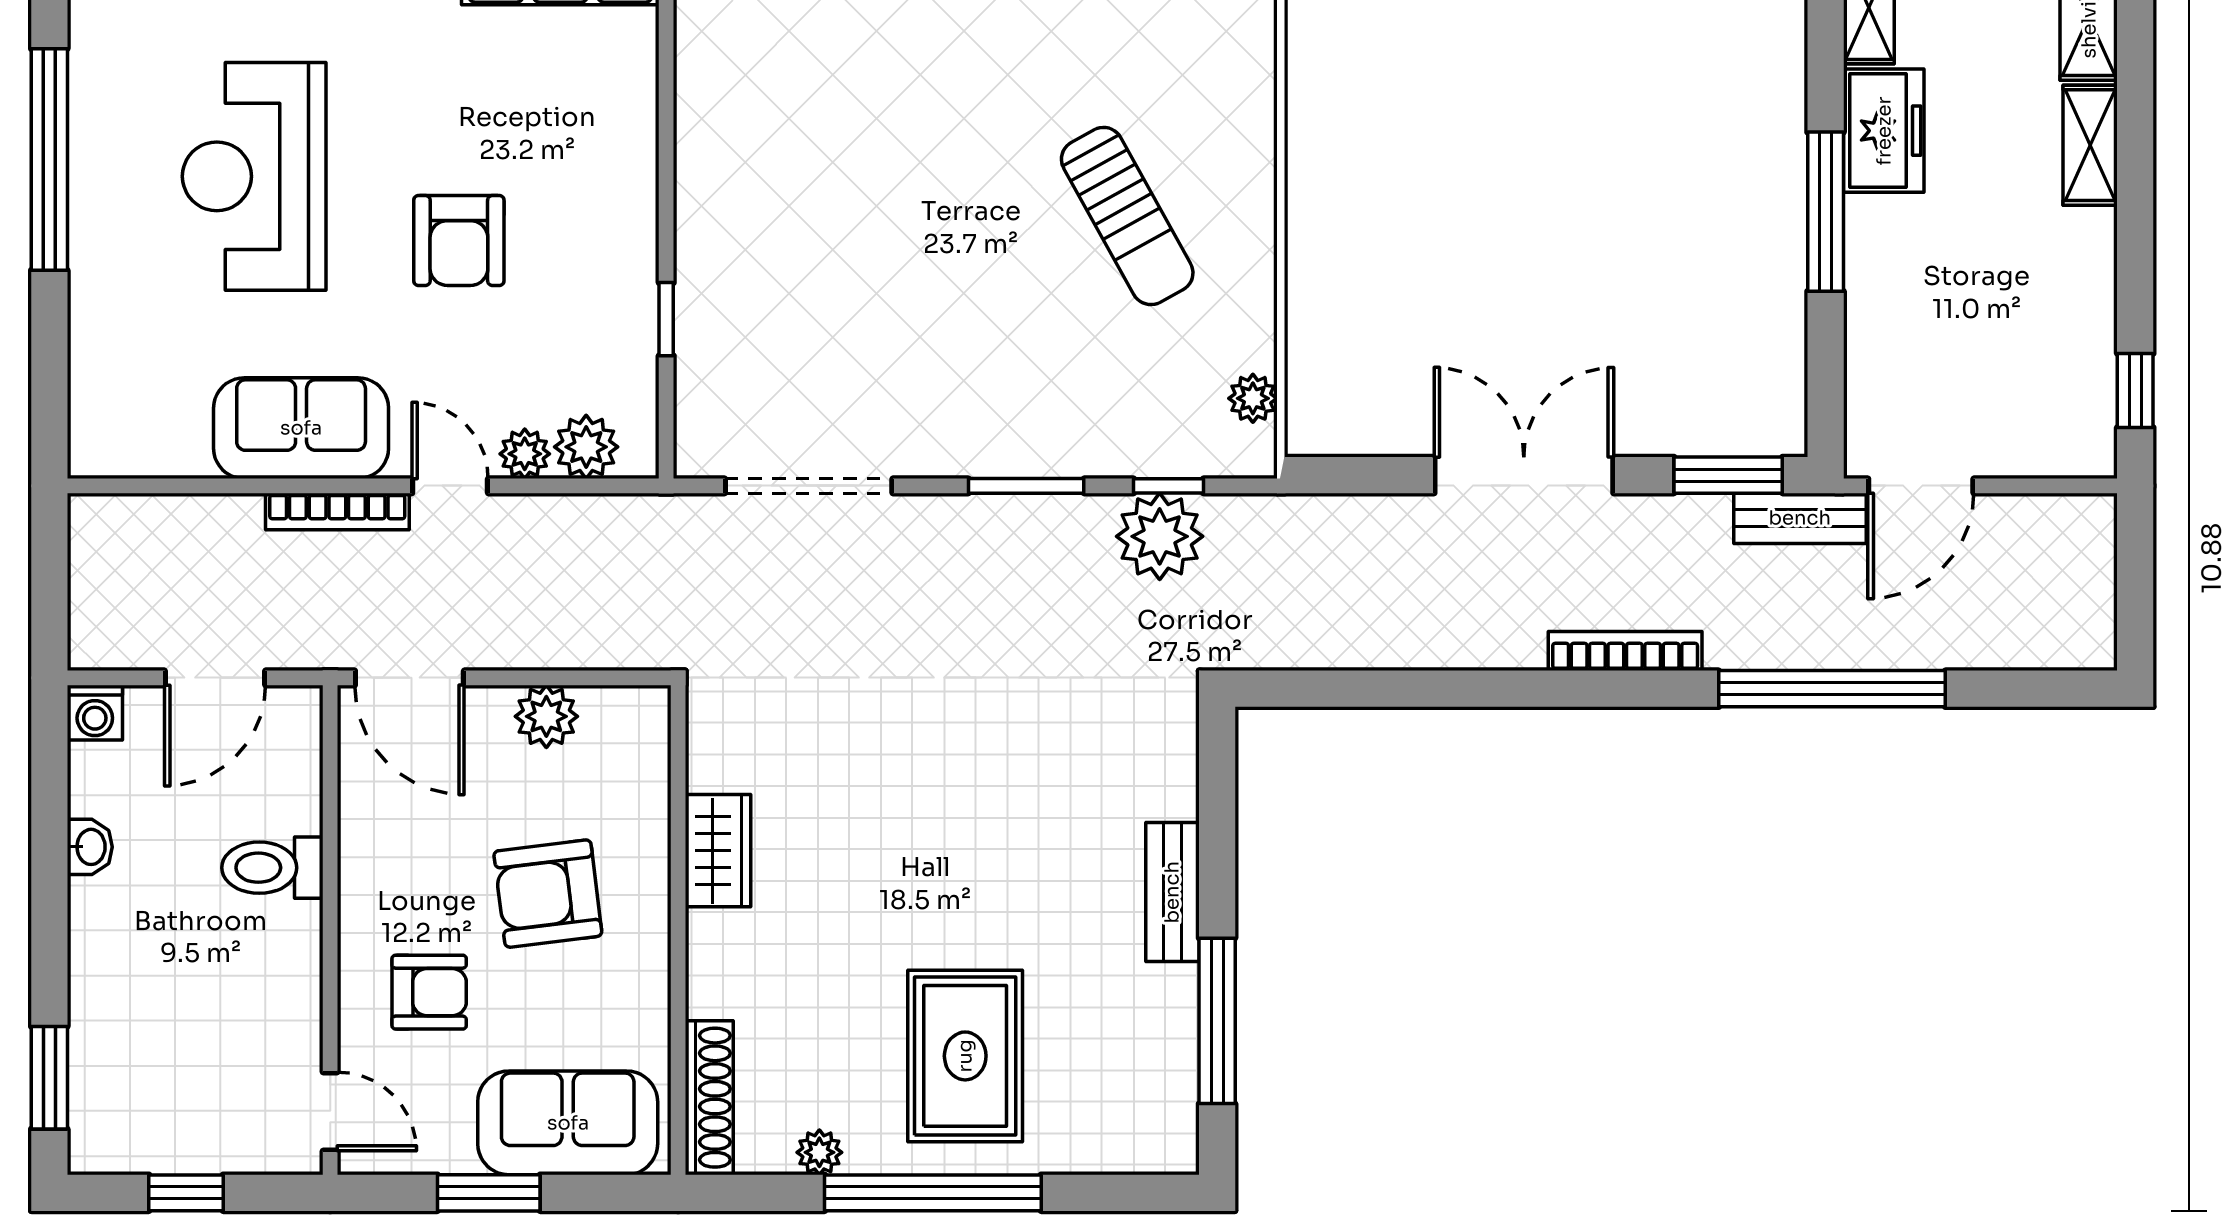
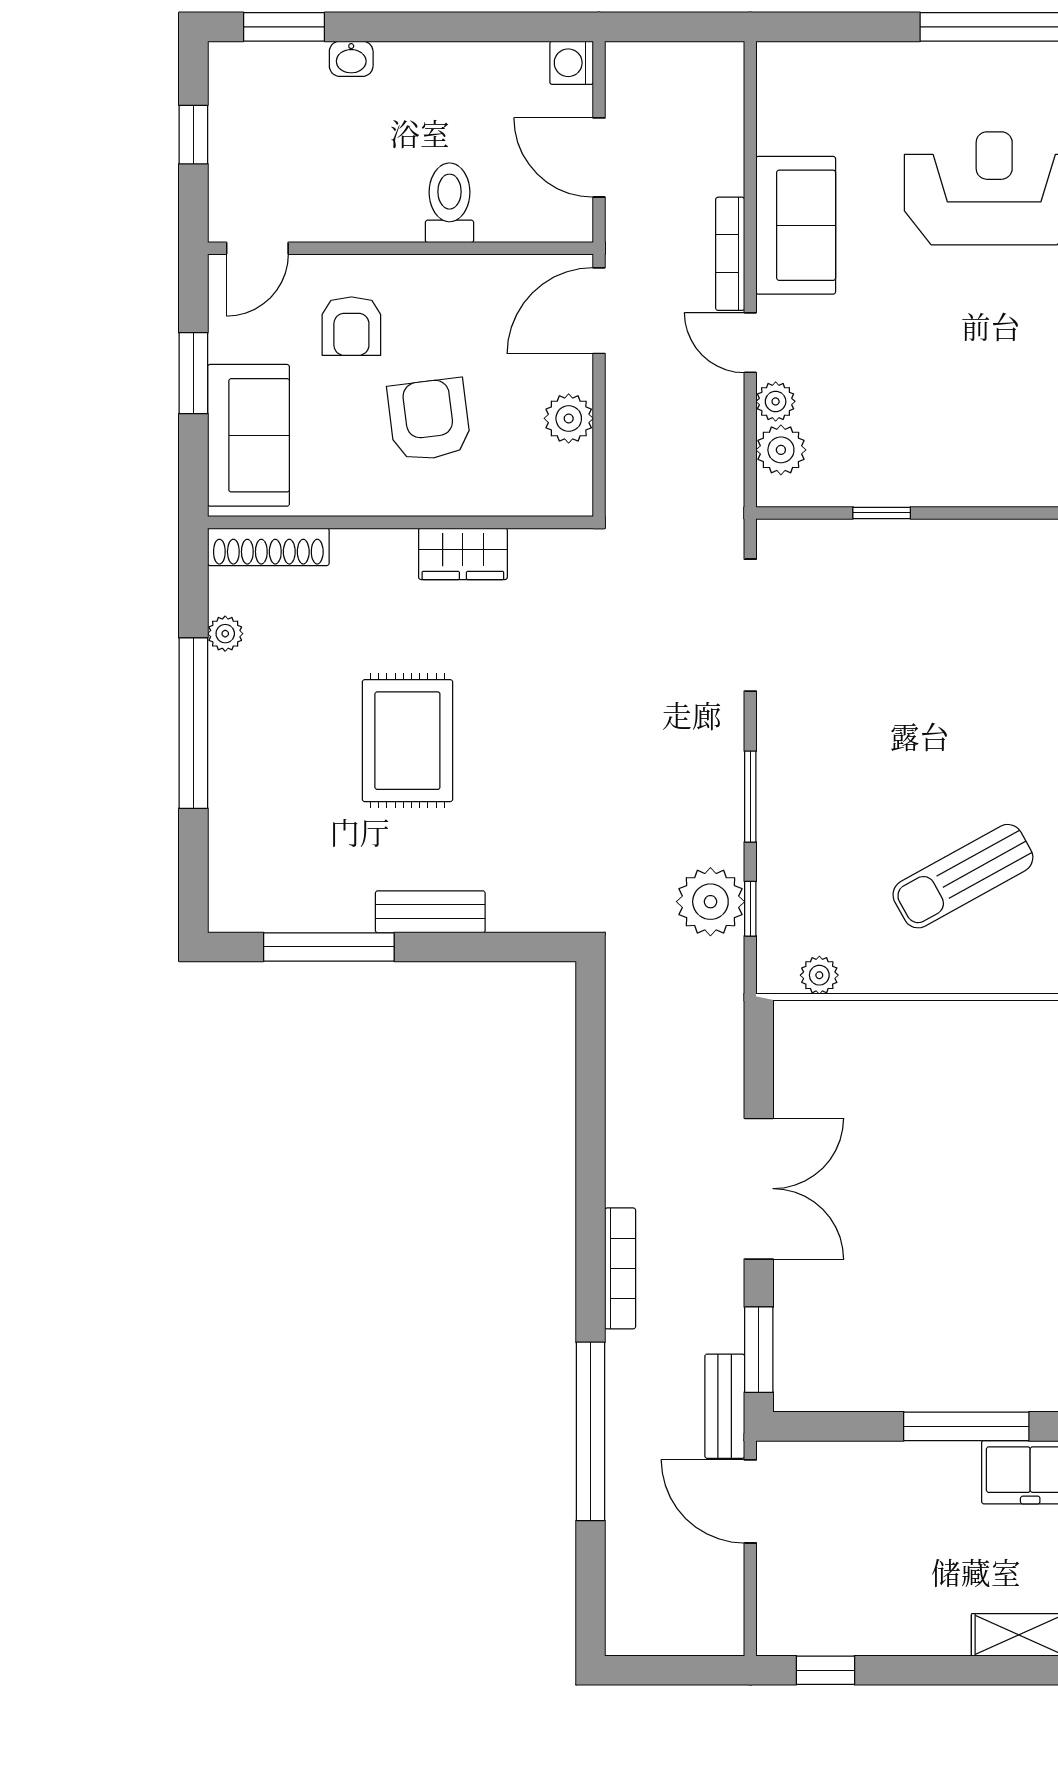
armchair: (459, 240) -> (944, 350), removed
door: (450, 486) -> (750, 343), swing flipped
washbasin: (90, 847) -> (351, 59), moved
rug: (965, 1056) -> (407, 741), moved, turned 90

